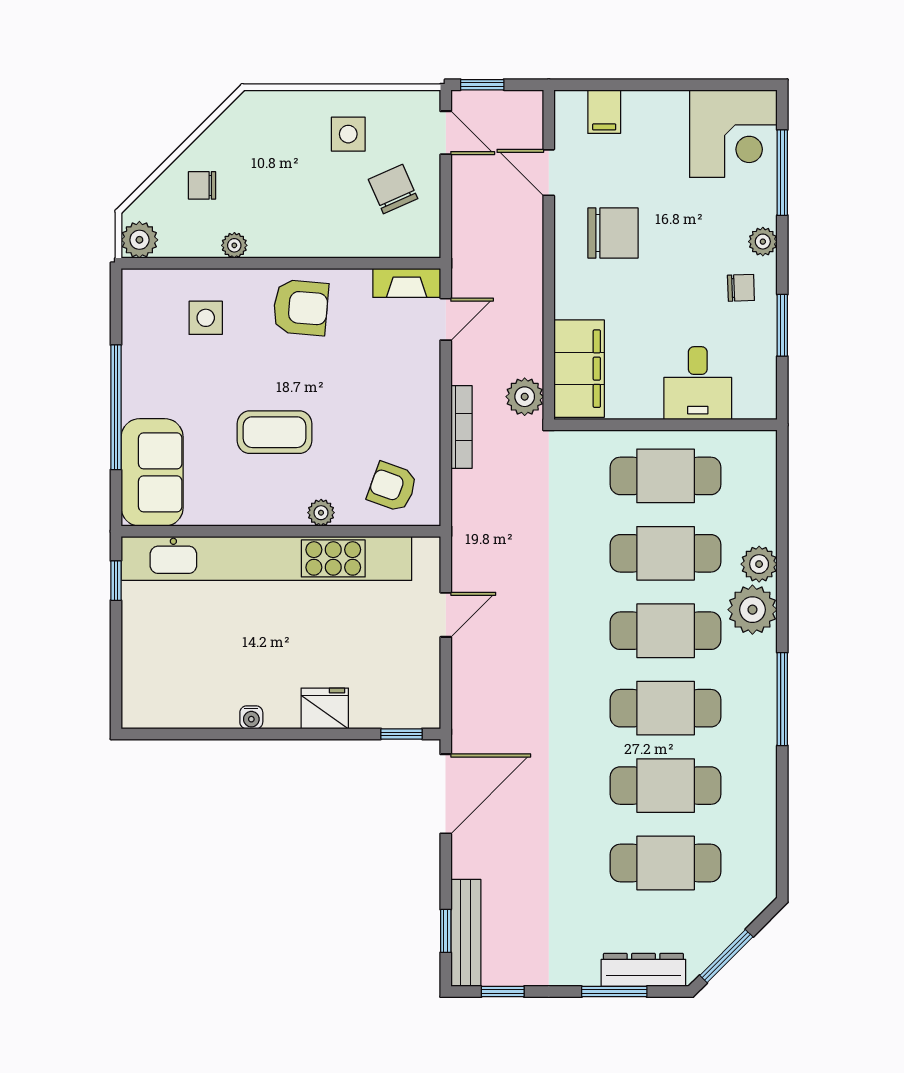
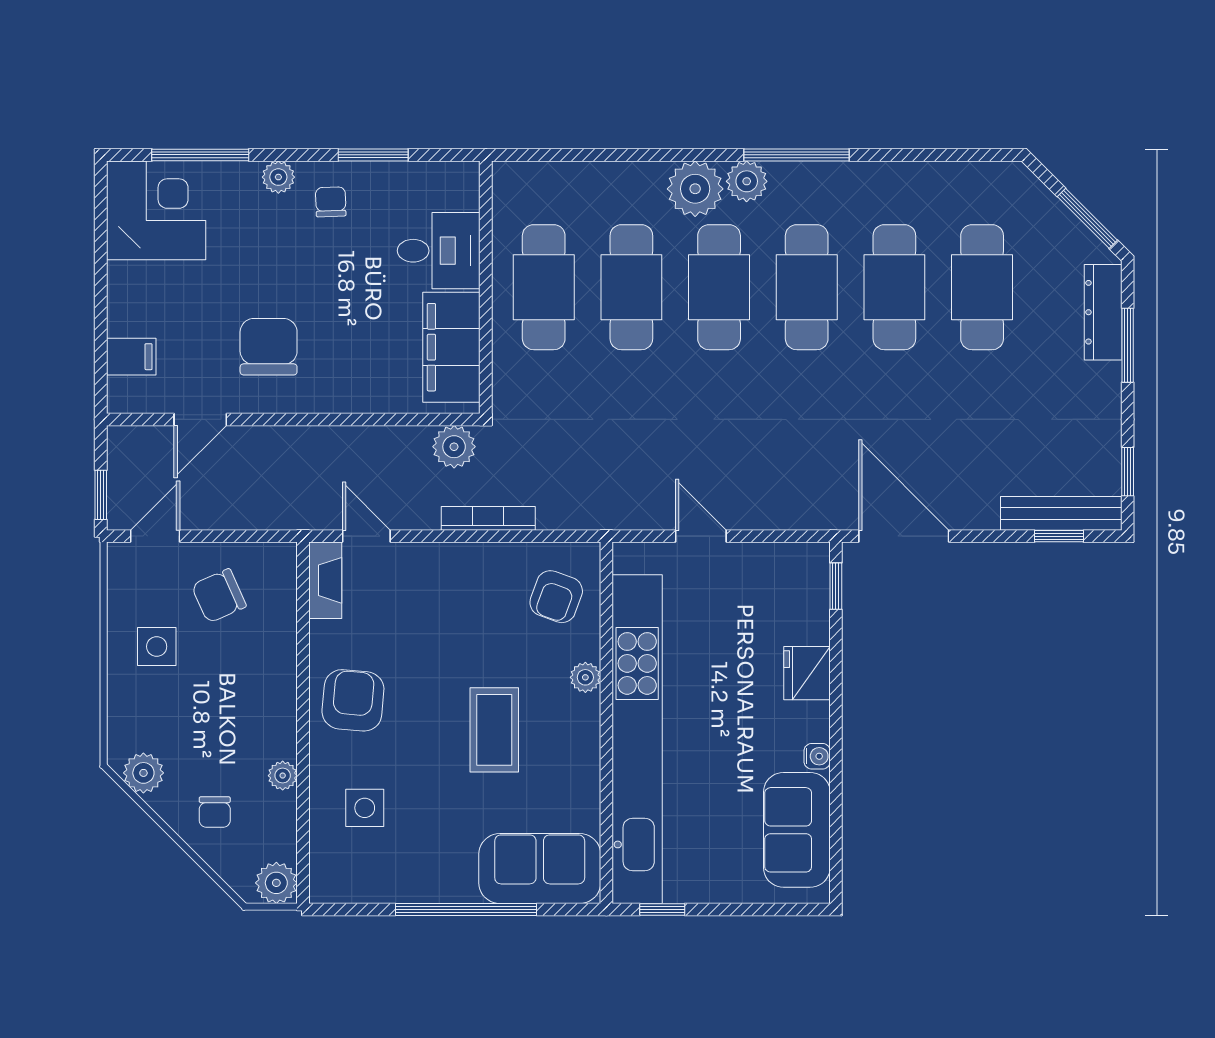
plant: (237, 122) -> (143, 773), added
filing cabinet: (579, 369) -> (451, 347), moved, turned -90
plant: (759, 564) -> (747, 181), moved
sofa: (186, 699) -> (797, 830), added

